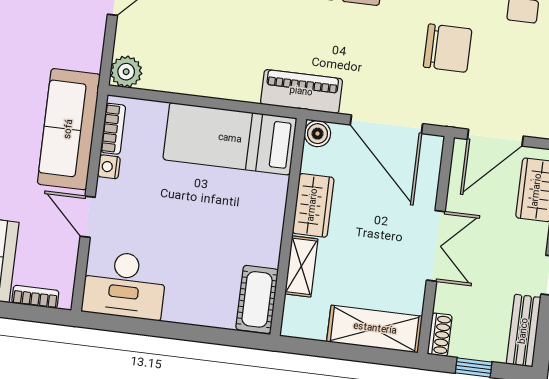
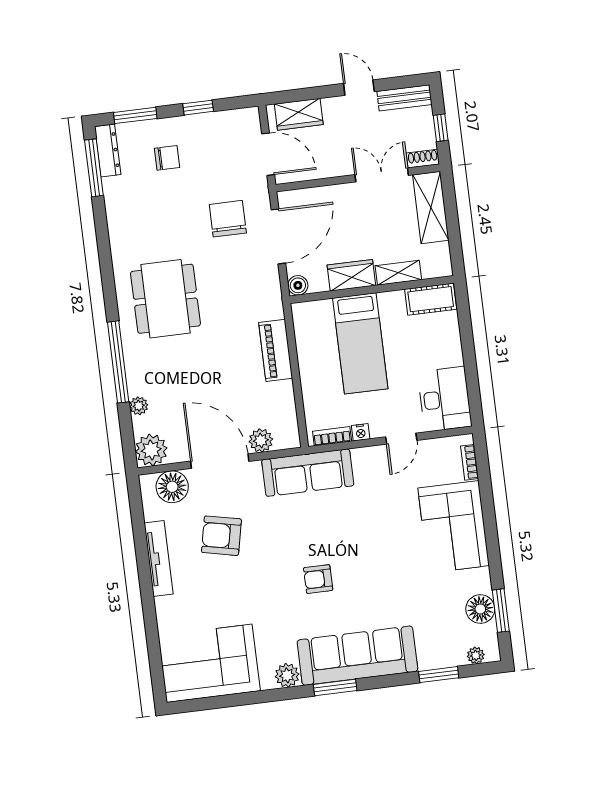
chair: (448, 48) -> (228, 219), moved
plant: (126, 72) -> (261, 440), moved
piano: (301, 92) -> (276, 350), moved
sofa: (69, 129) -> (308, 473), moved
bed: (230, 139) -> (360, 343), moved
double door: (436, 246) -> (382, 175), moved

